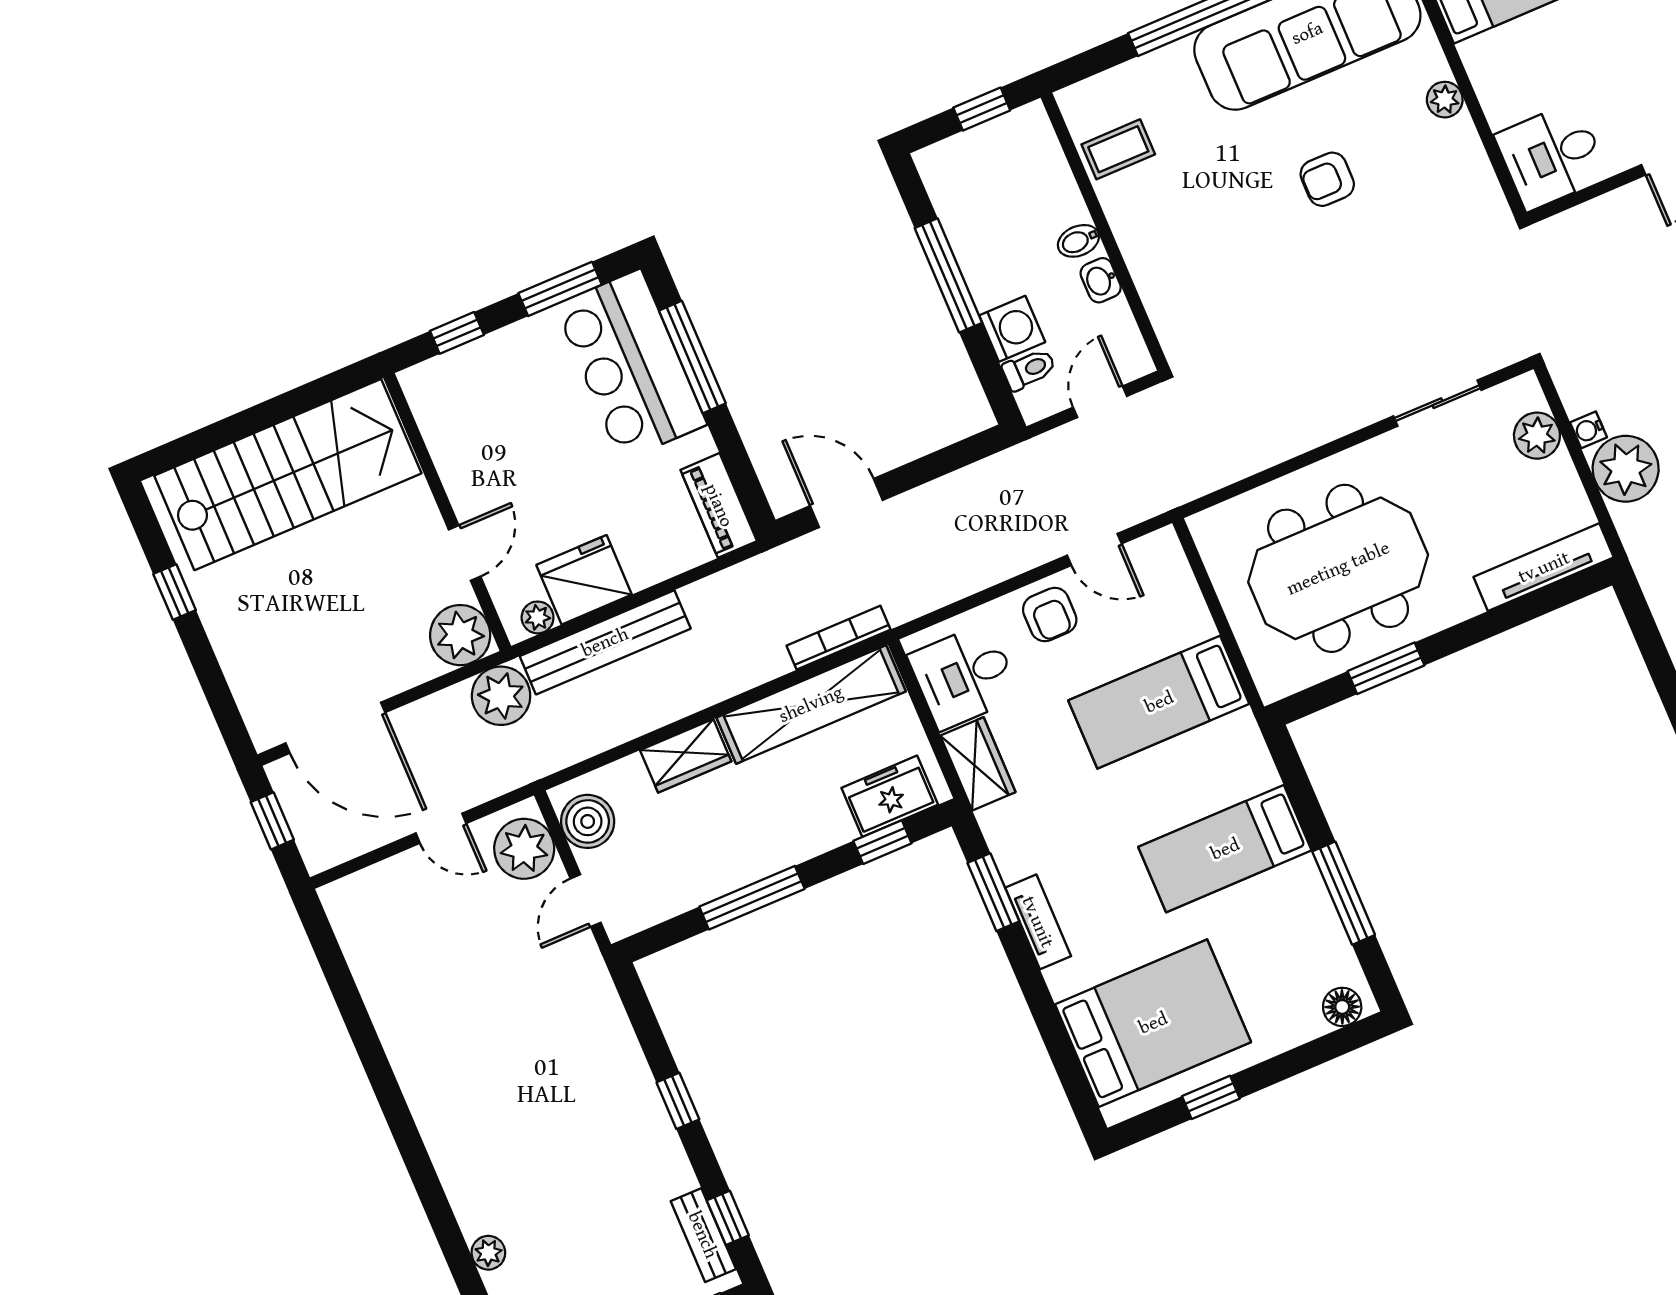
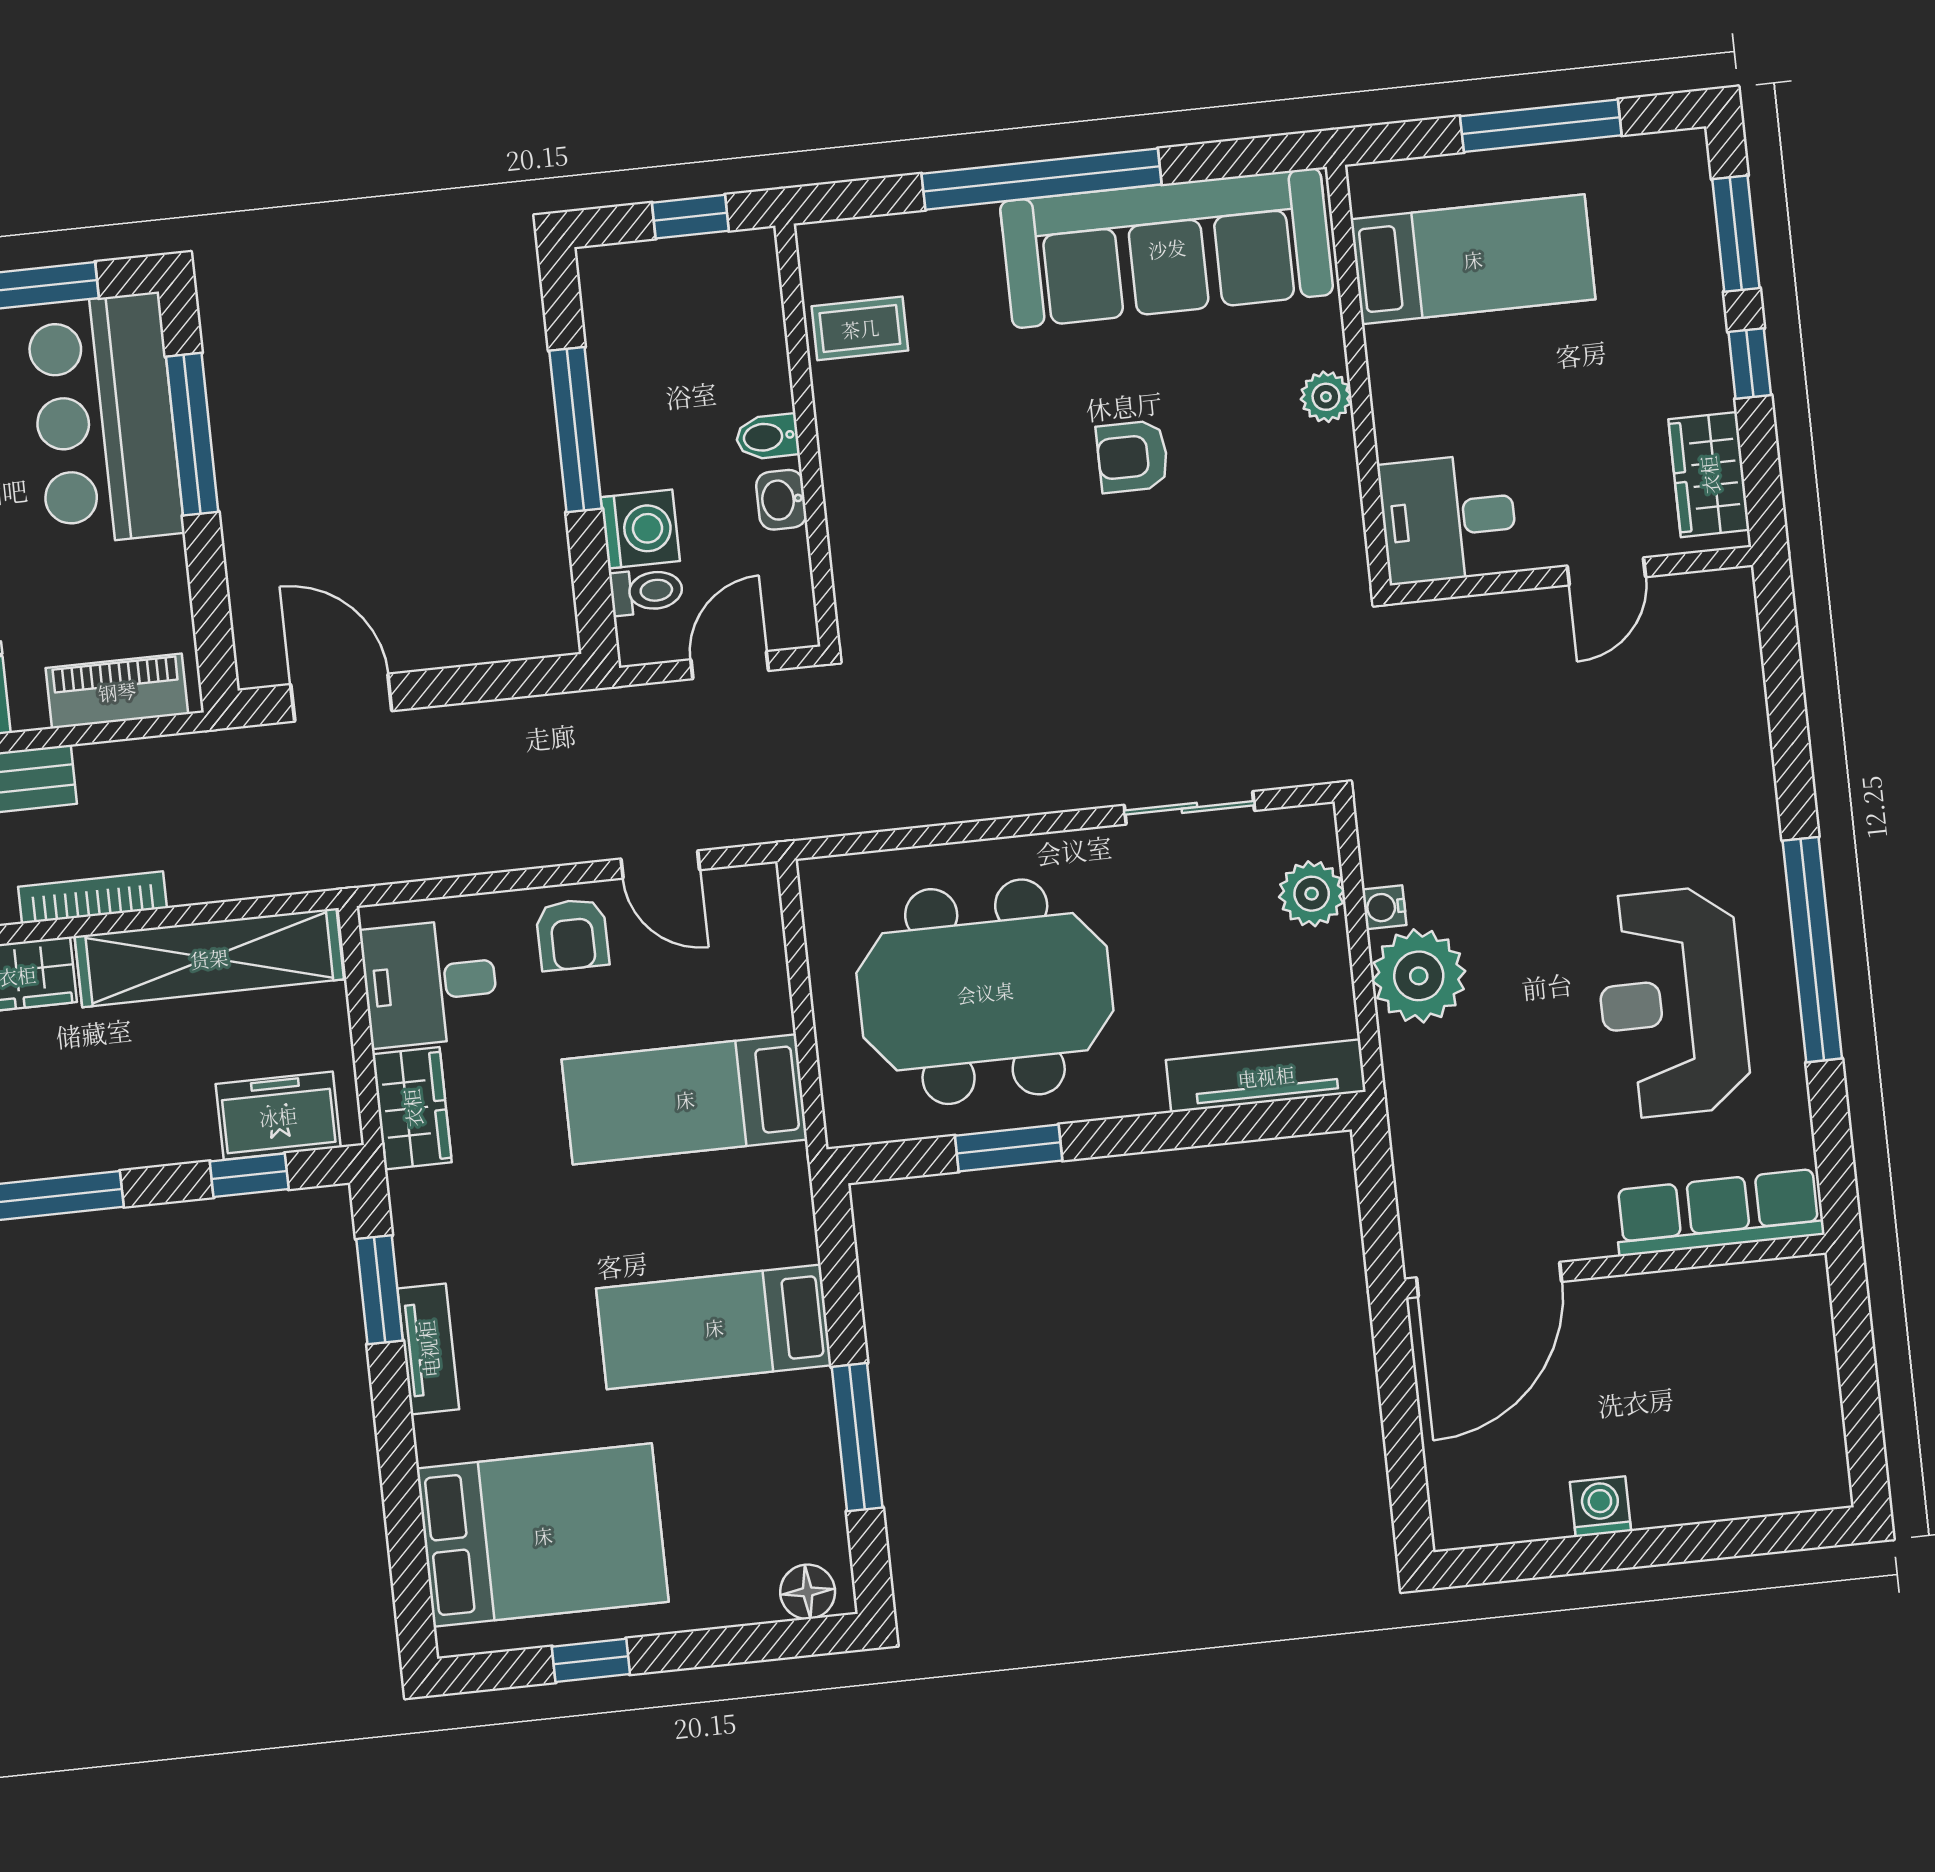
piano: (719, 505) -> (117, 691), moved, turned 90
bookcase: (839, 638) -> (93, 897), moved

